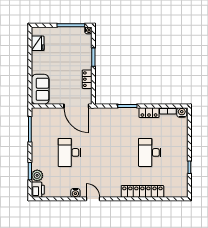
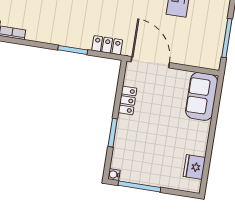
locker: (149, 113) -> (107, 45), moved

